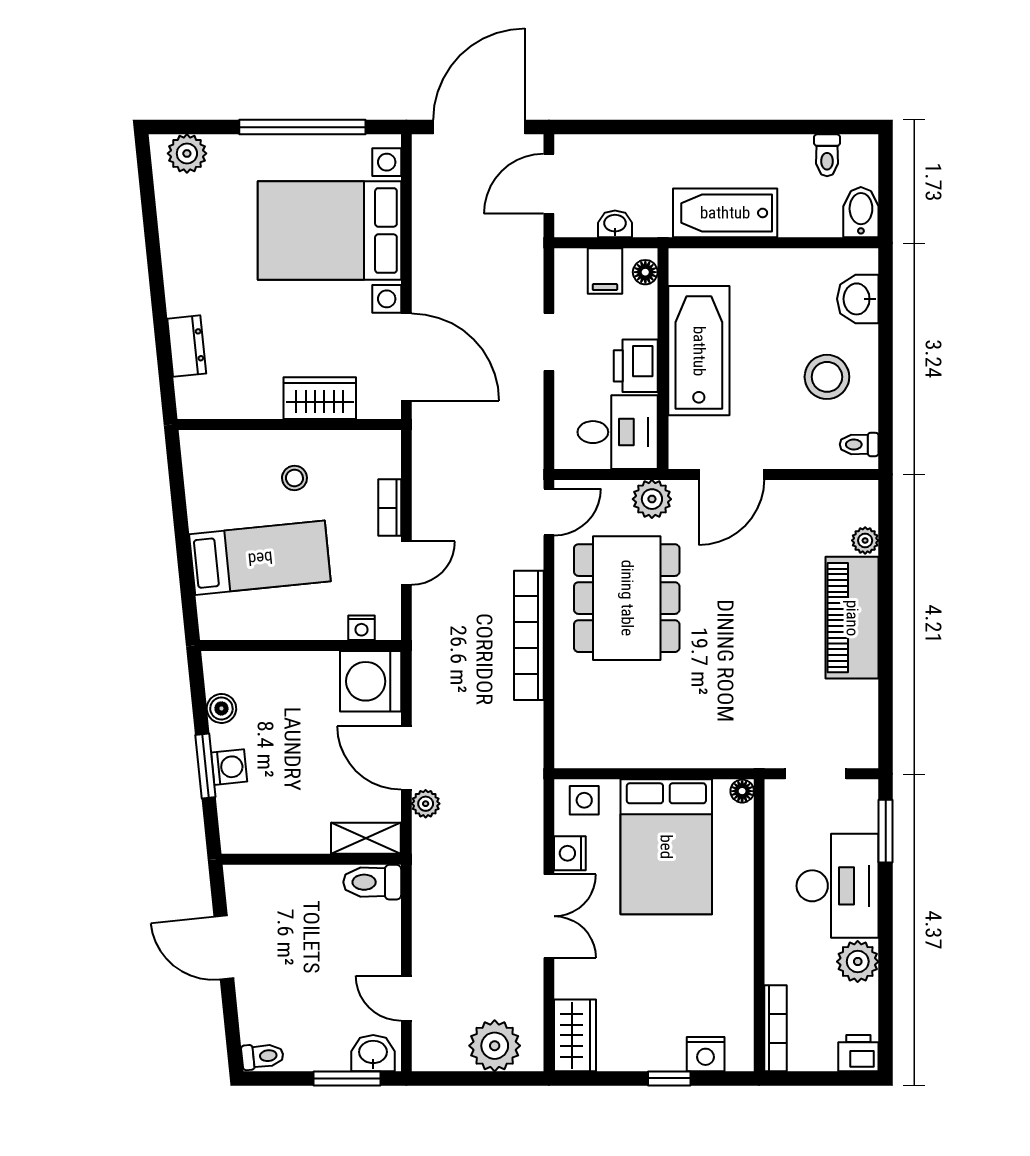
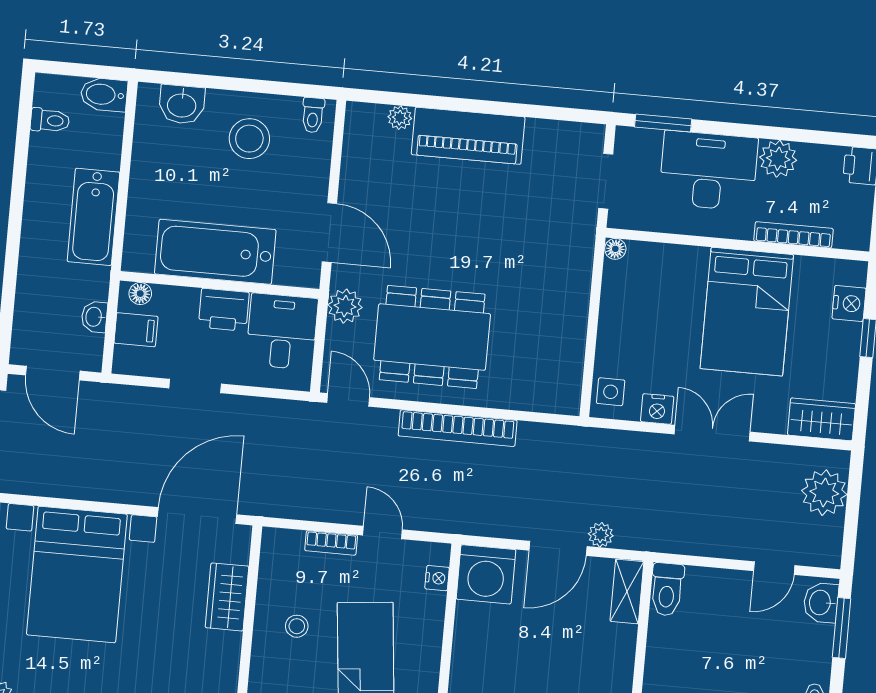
bed: (666, 847) -> (747, 312), moved, turned 90
bookcase: (775, 1028) -> (793, 235), moved

